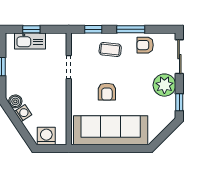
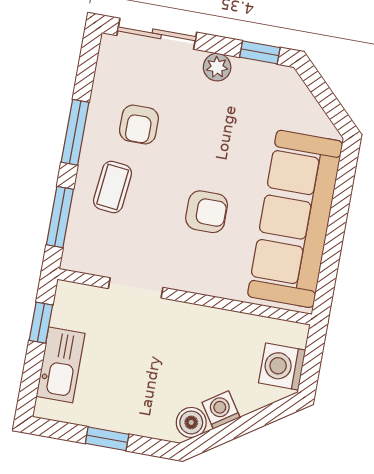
window: (31, 29) -> (41, 323), moved
window: (93, 29) -> (60, 217), width x1.50
armchair: (145, 45) -> (139, 124), moved
plant: (164, 85) -> (217, 67), width x0.53, depth x0.53

